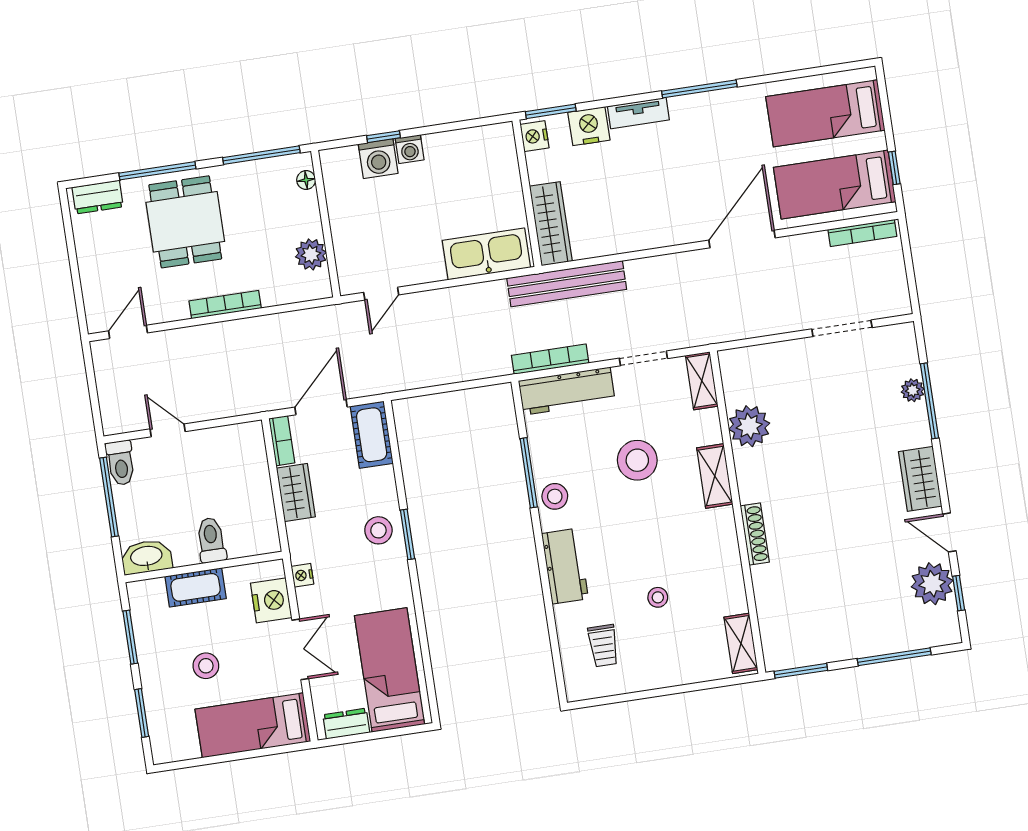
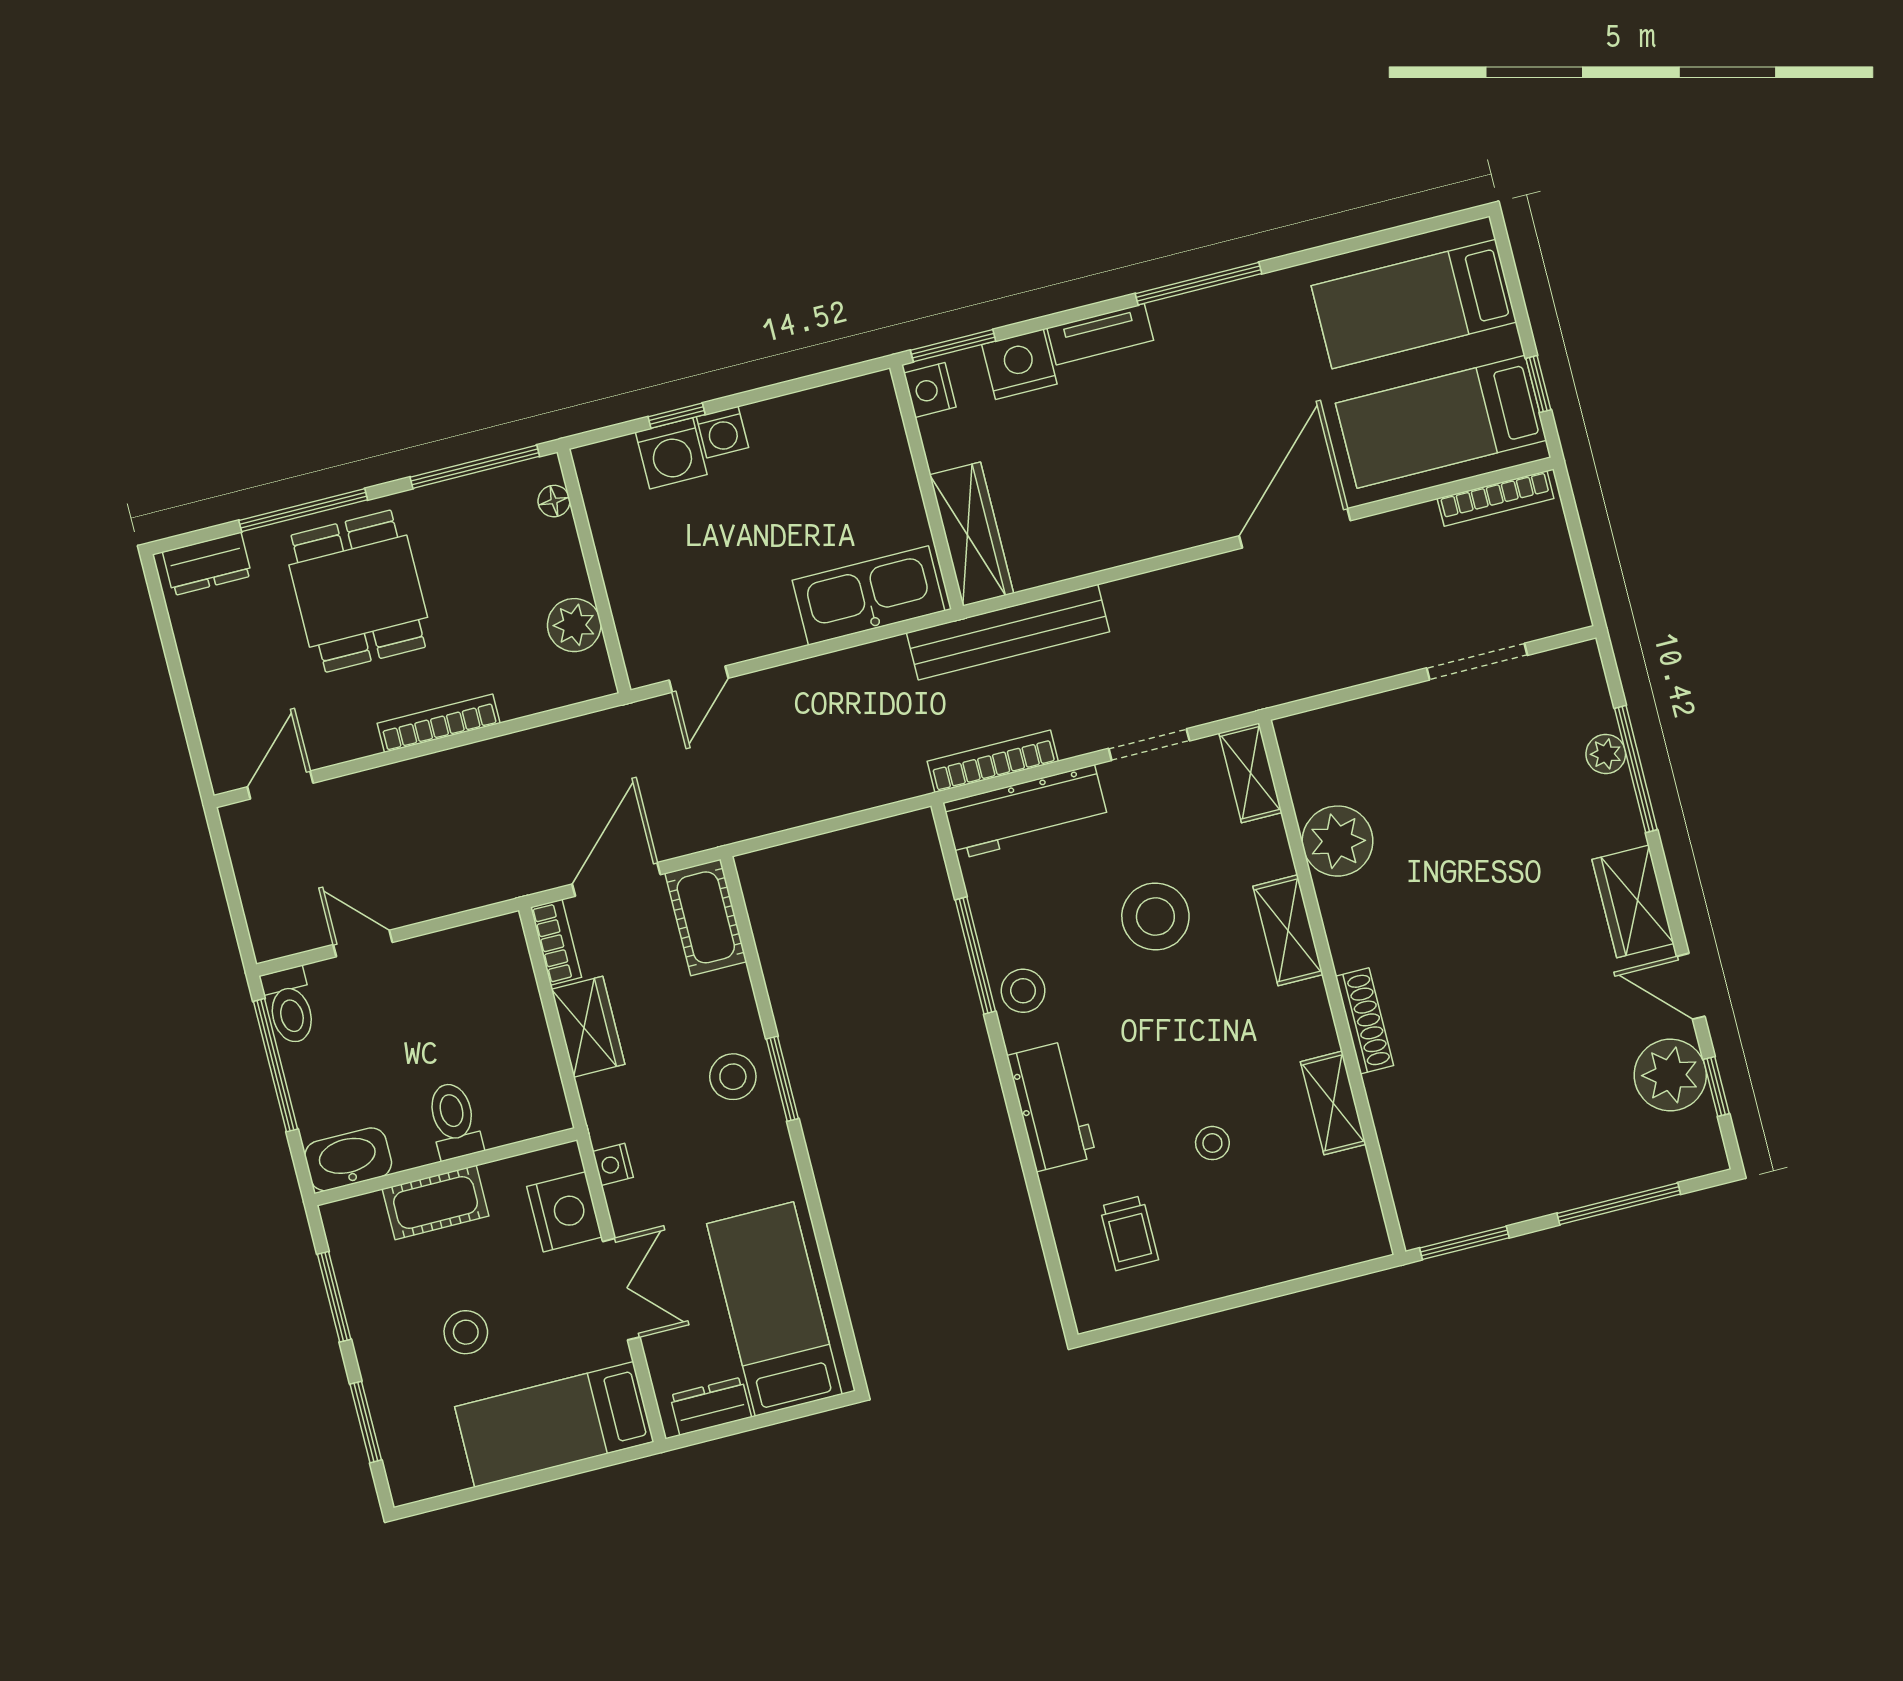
shelving: (741, 643) -> (1333, 1103), moved

